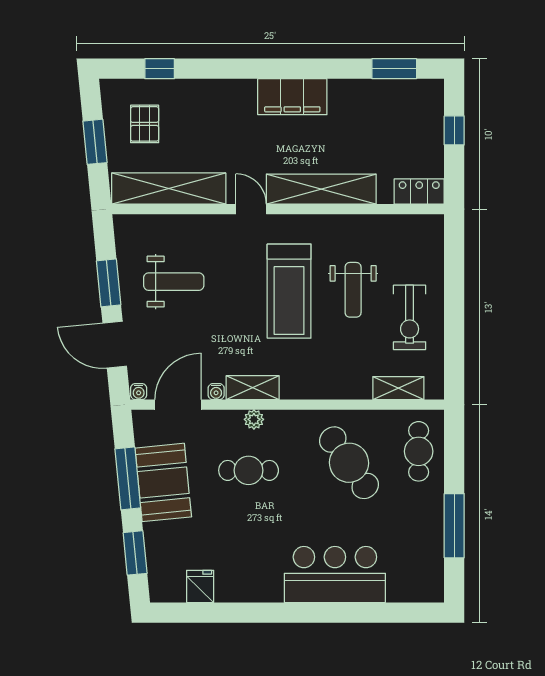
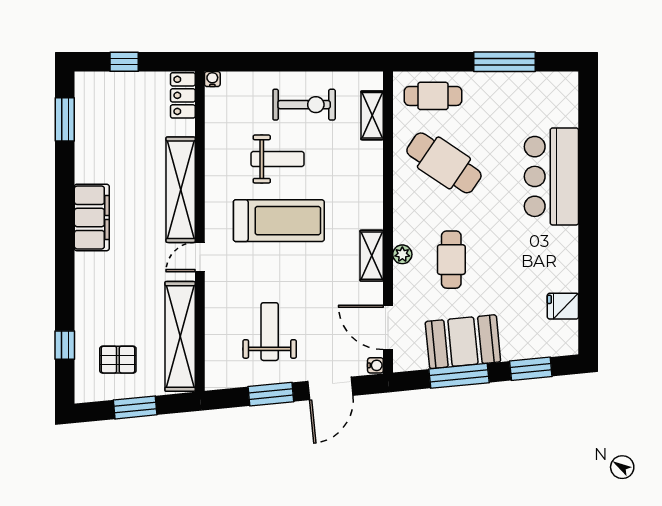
water cooler: (216, 392) -> (212, 79), moved, turned -90
cafe table: (349, 463) -> (444, 163), turned 69

